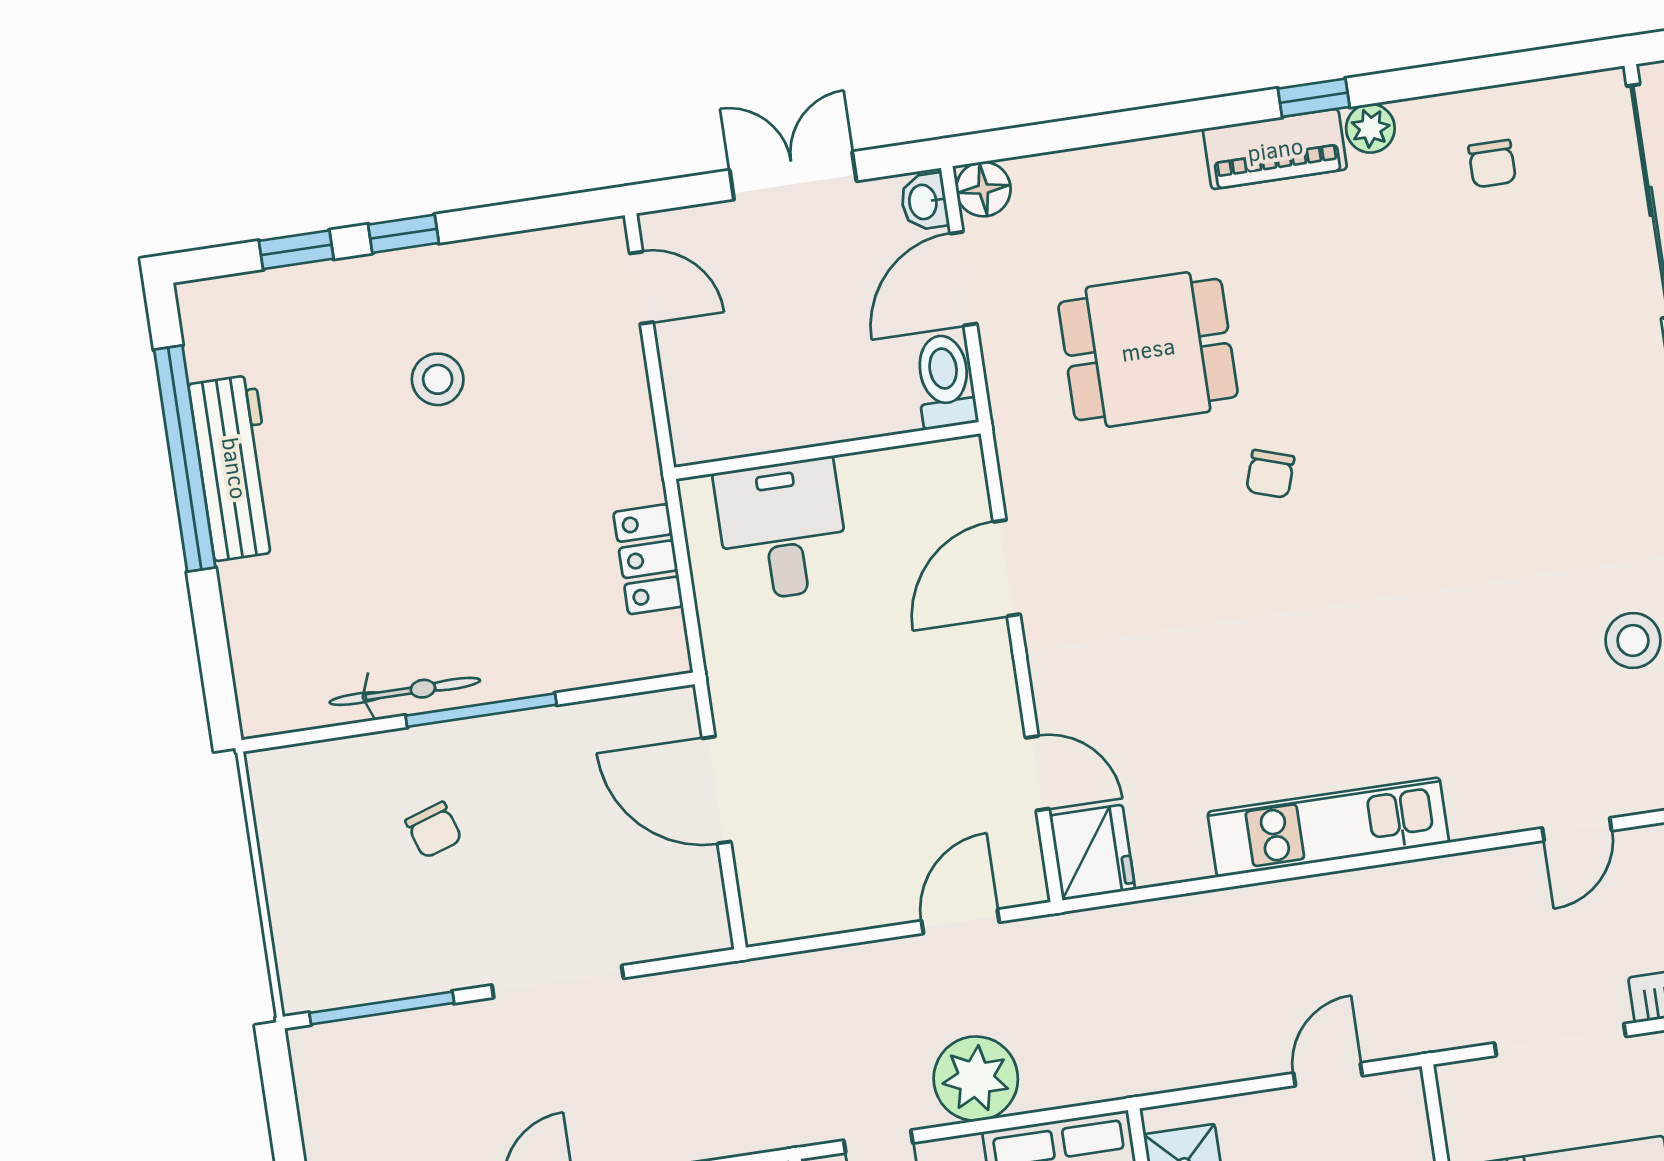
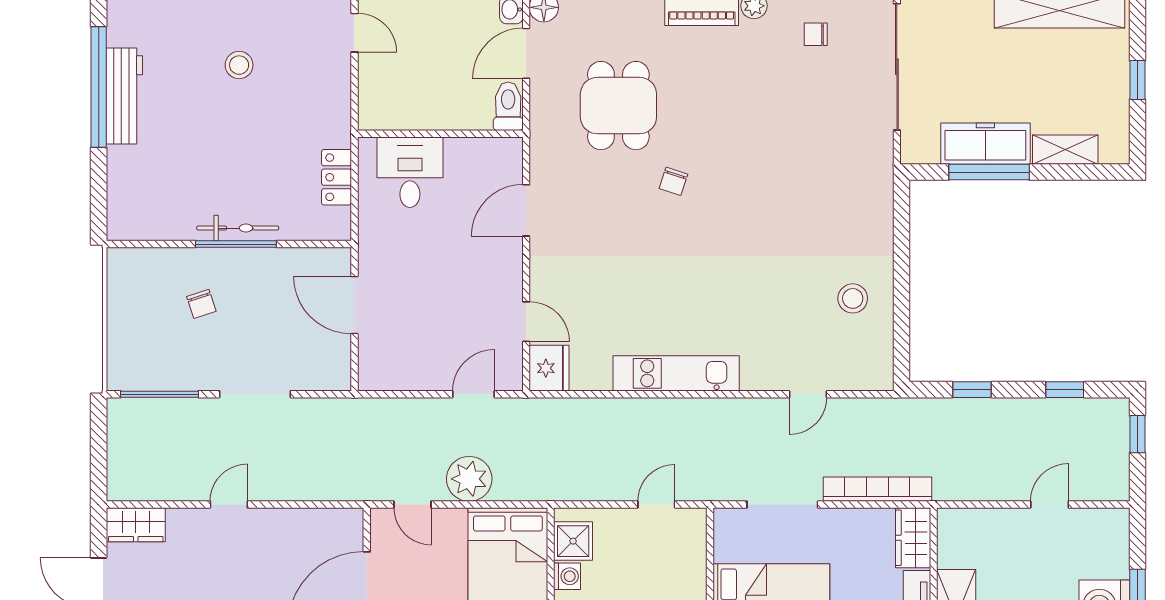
chair: (1492, 164) -> (816, 34), turned 90
dining table: (1148, 349) -> (618, 106), turned 90
bicycle: (405, 691) -> (238, 228), moved

